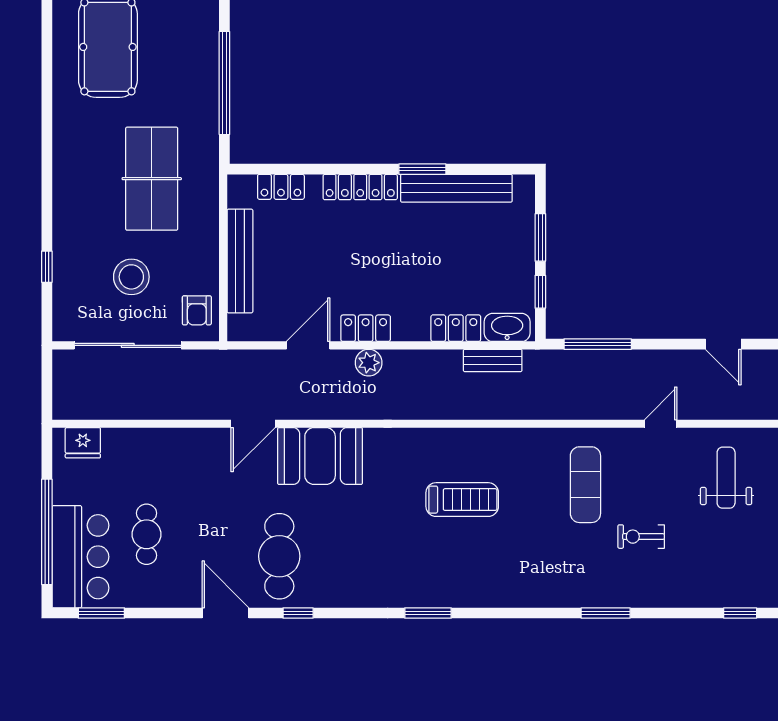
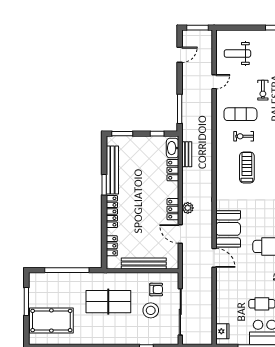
window: (540, 237) -> (122, 134), moved
armchair: (197, 310) -> (156, 290), moved
door: (661, 424) -> (214, 82), swing flipped
exercise bike: (534, 492) -> (244, 136), added

